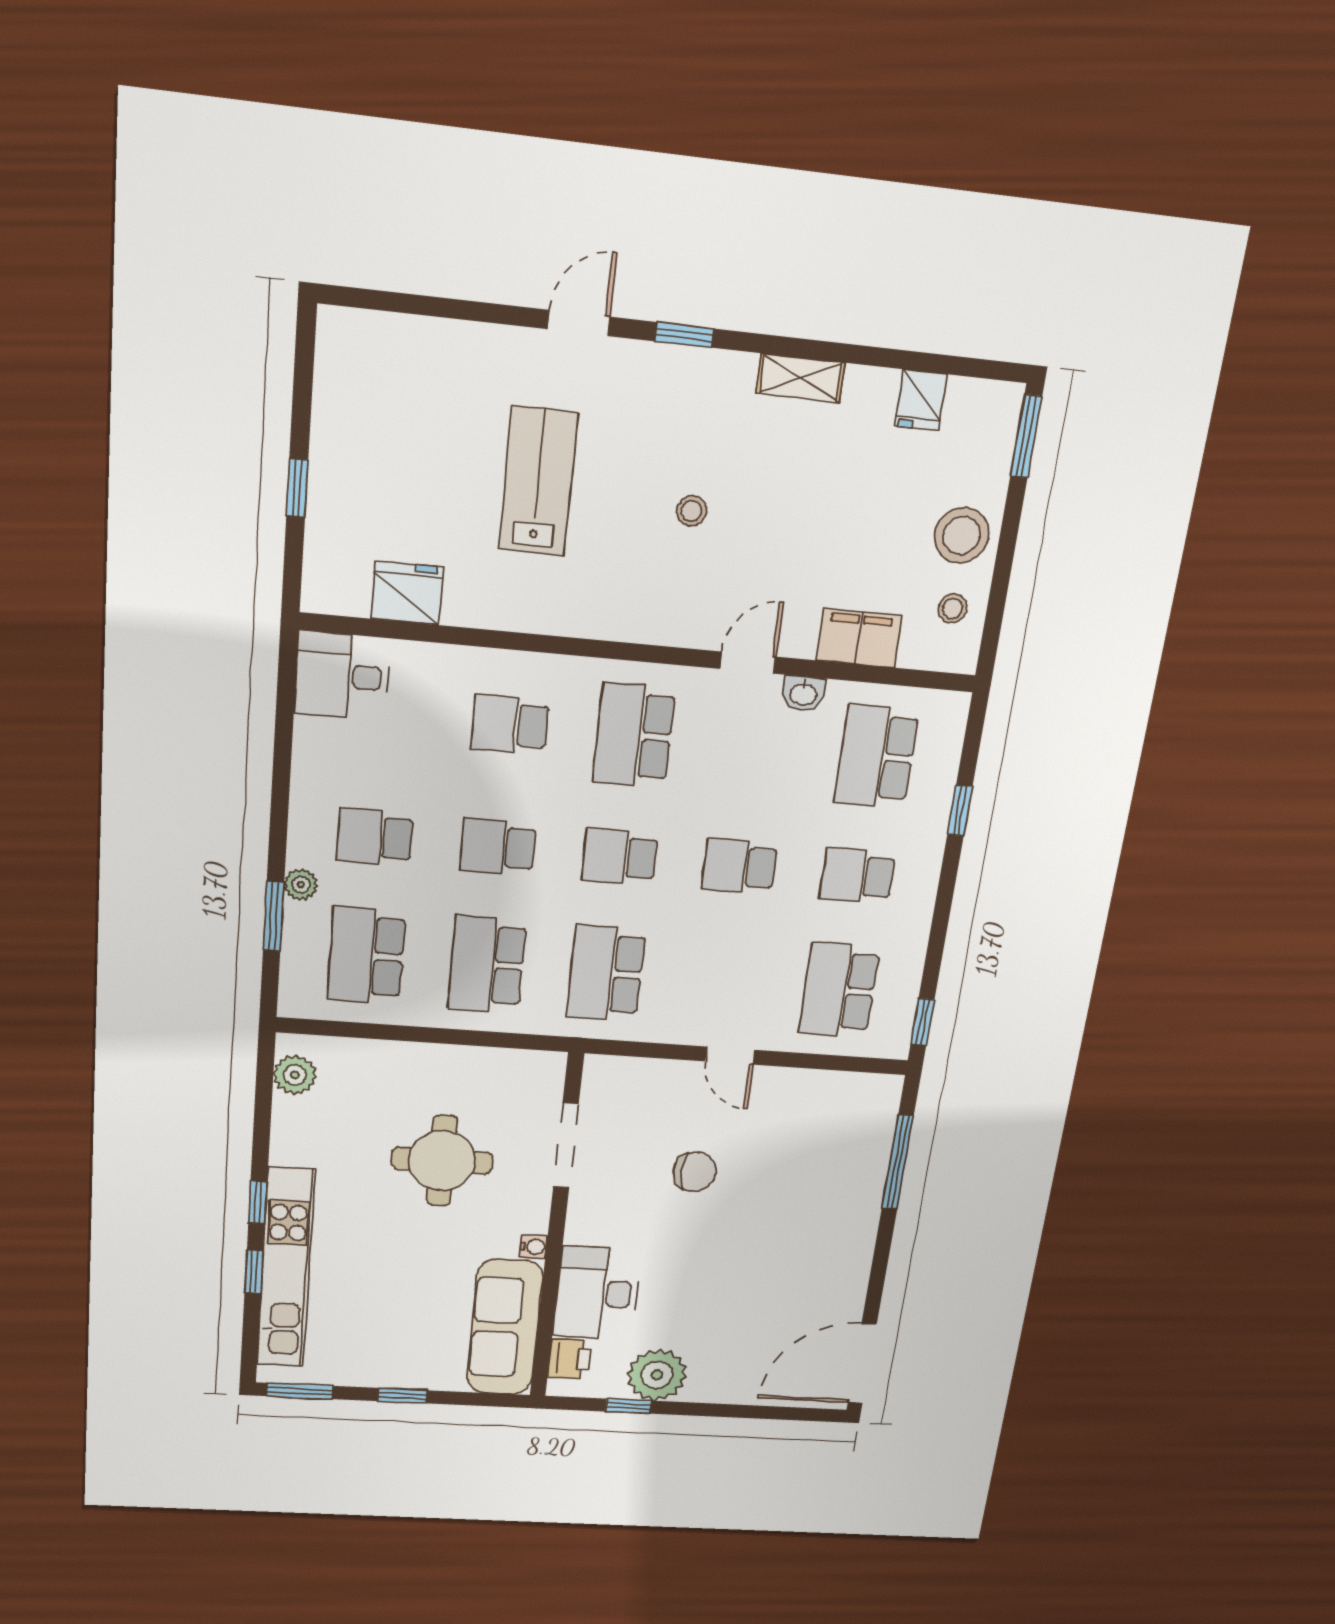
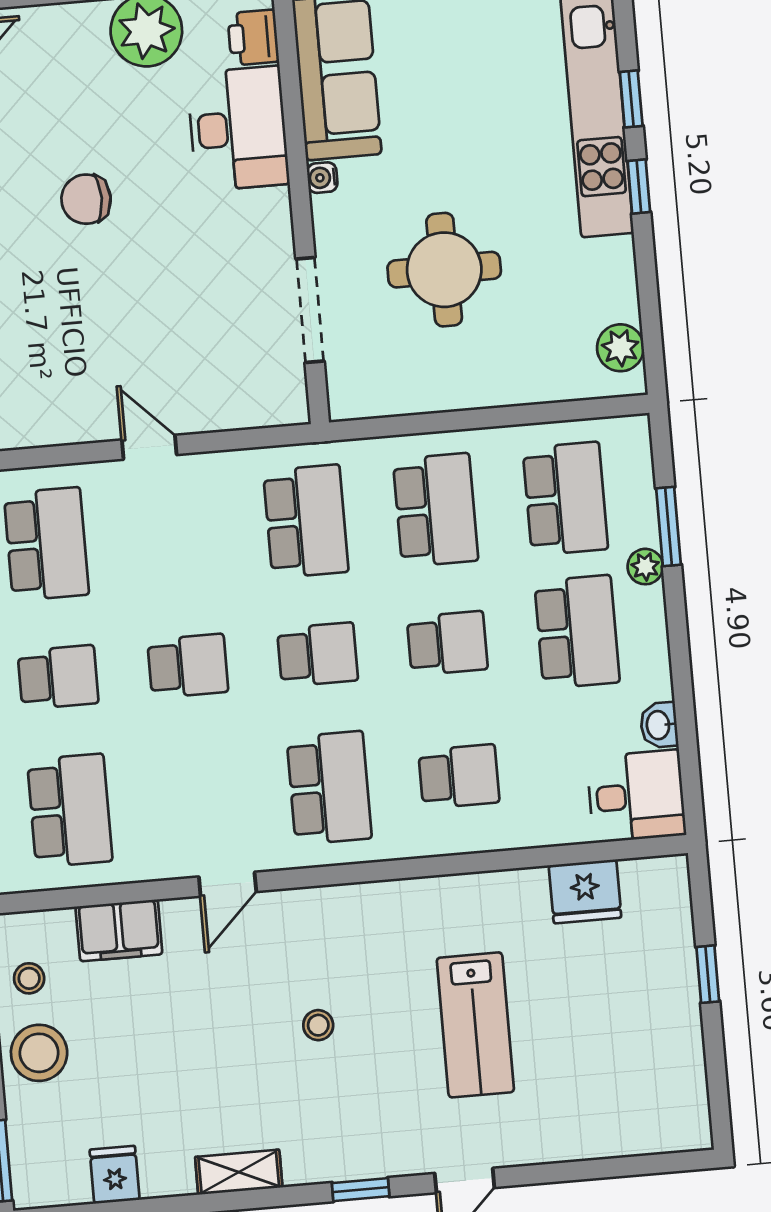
washbasin: (803, 693) -> (659, 725), moved, turned -90
school desk: (375, 837) -> (577, 632), width x1.85
chair: (695, 1172) -> (86, 199), moved

